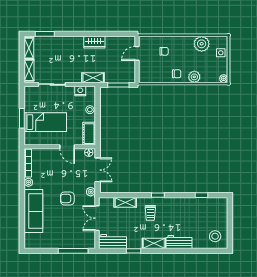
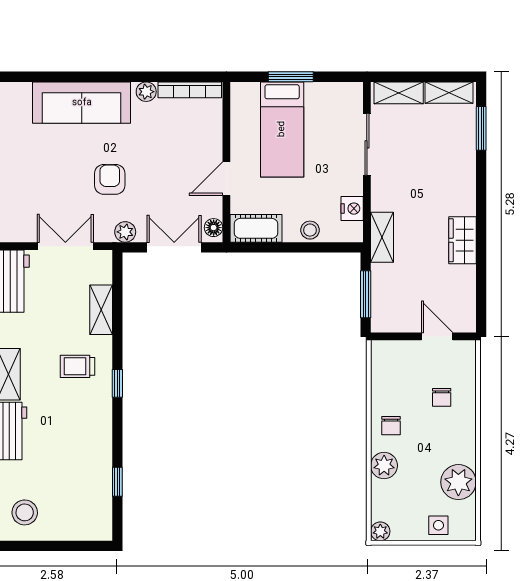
double door: (98, 170) -> (174, 247), swing flipped

